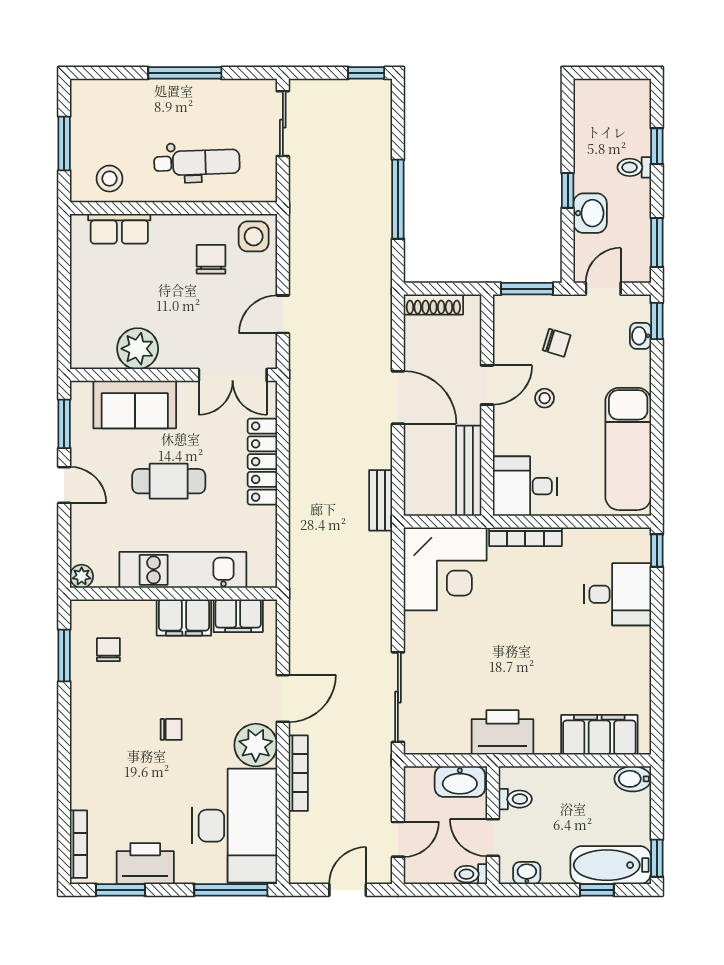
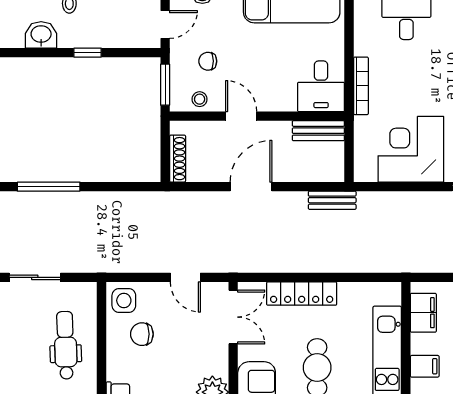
window: (398, 199) -> (49, 187), moved
washbasin: (590, 213) -> (41, 35), moved
door: (603, 289) -> (165, 24), swing flipped
chair: (557, 343) -> (208, 61), turned -107
stool: (545, 398) -> (200, 99), moved
bench: (469, 471) -> (318, 131), width x0.73
corner desk: (445, 569) -> (411, 149), moved, turned -90
filing cabinet: (184, 617) -> (425, 366), width x0.50

